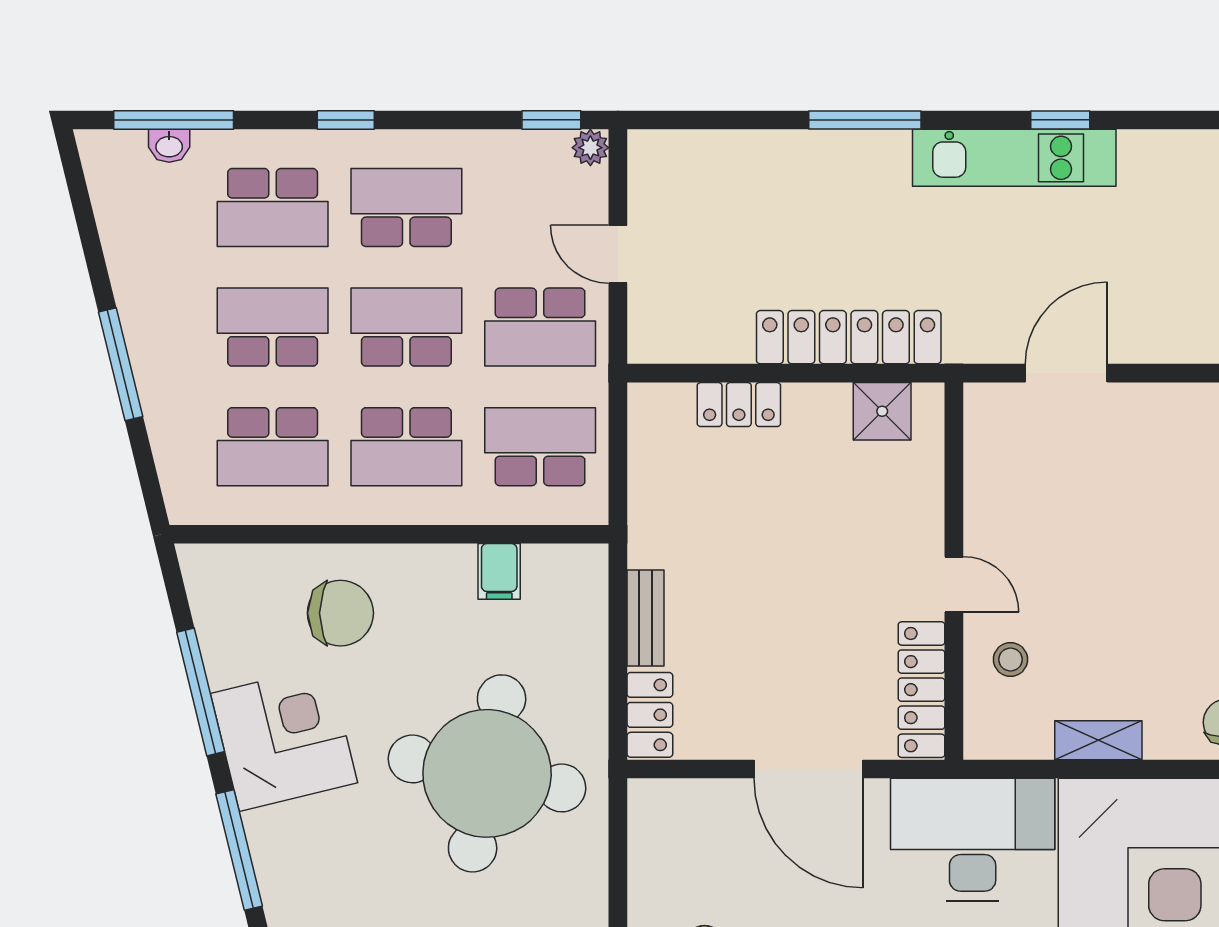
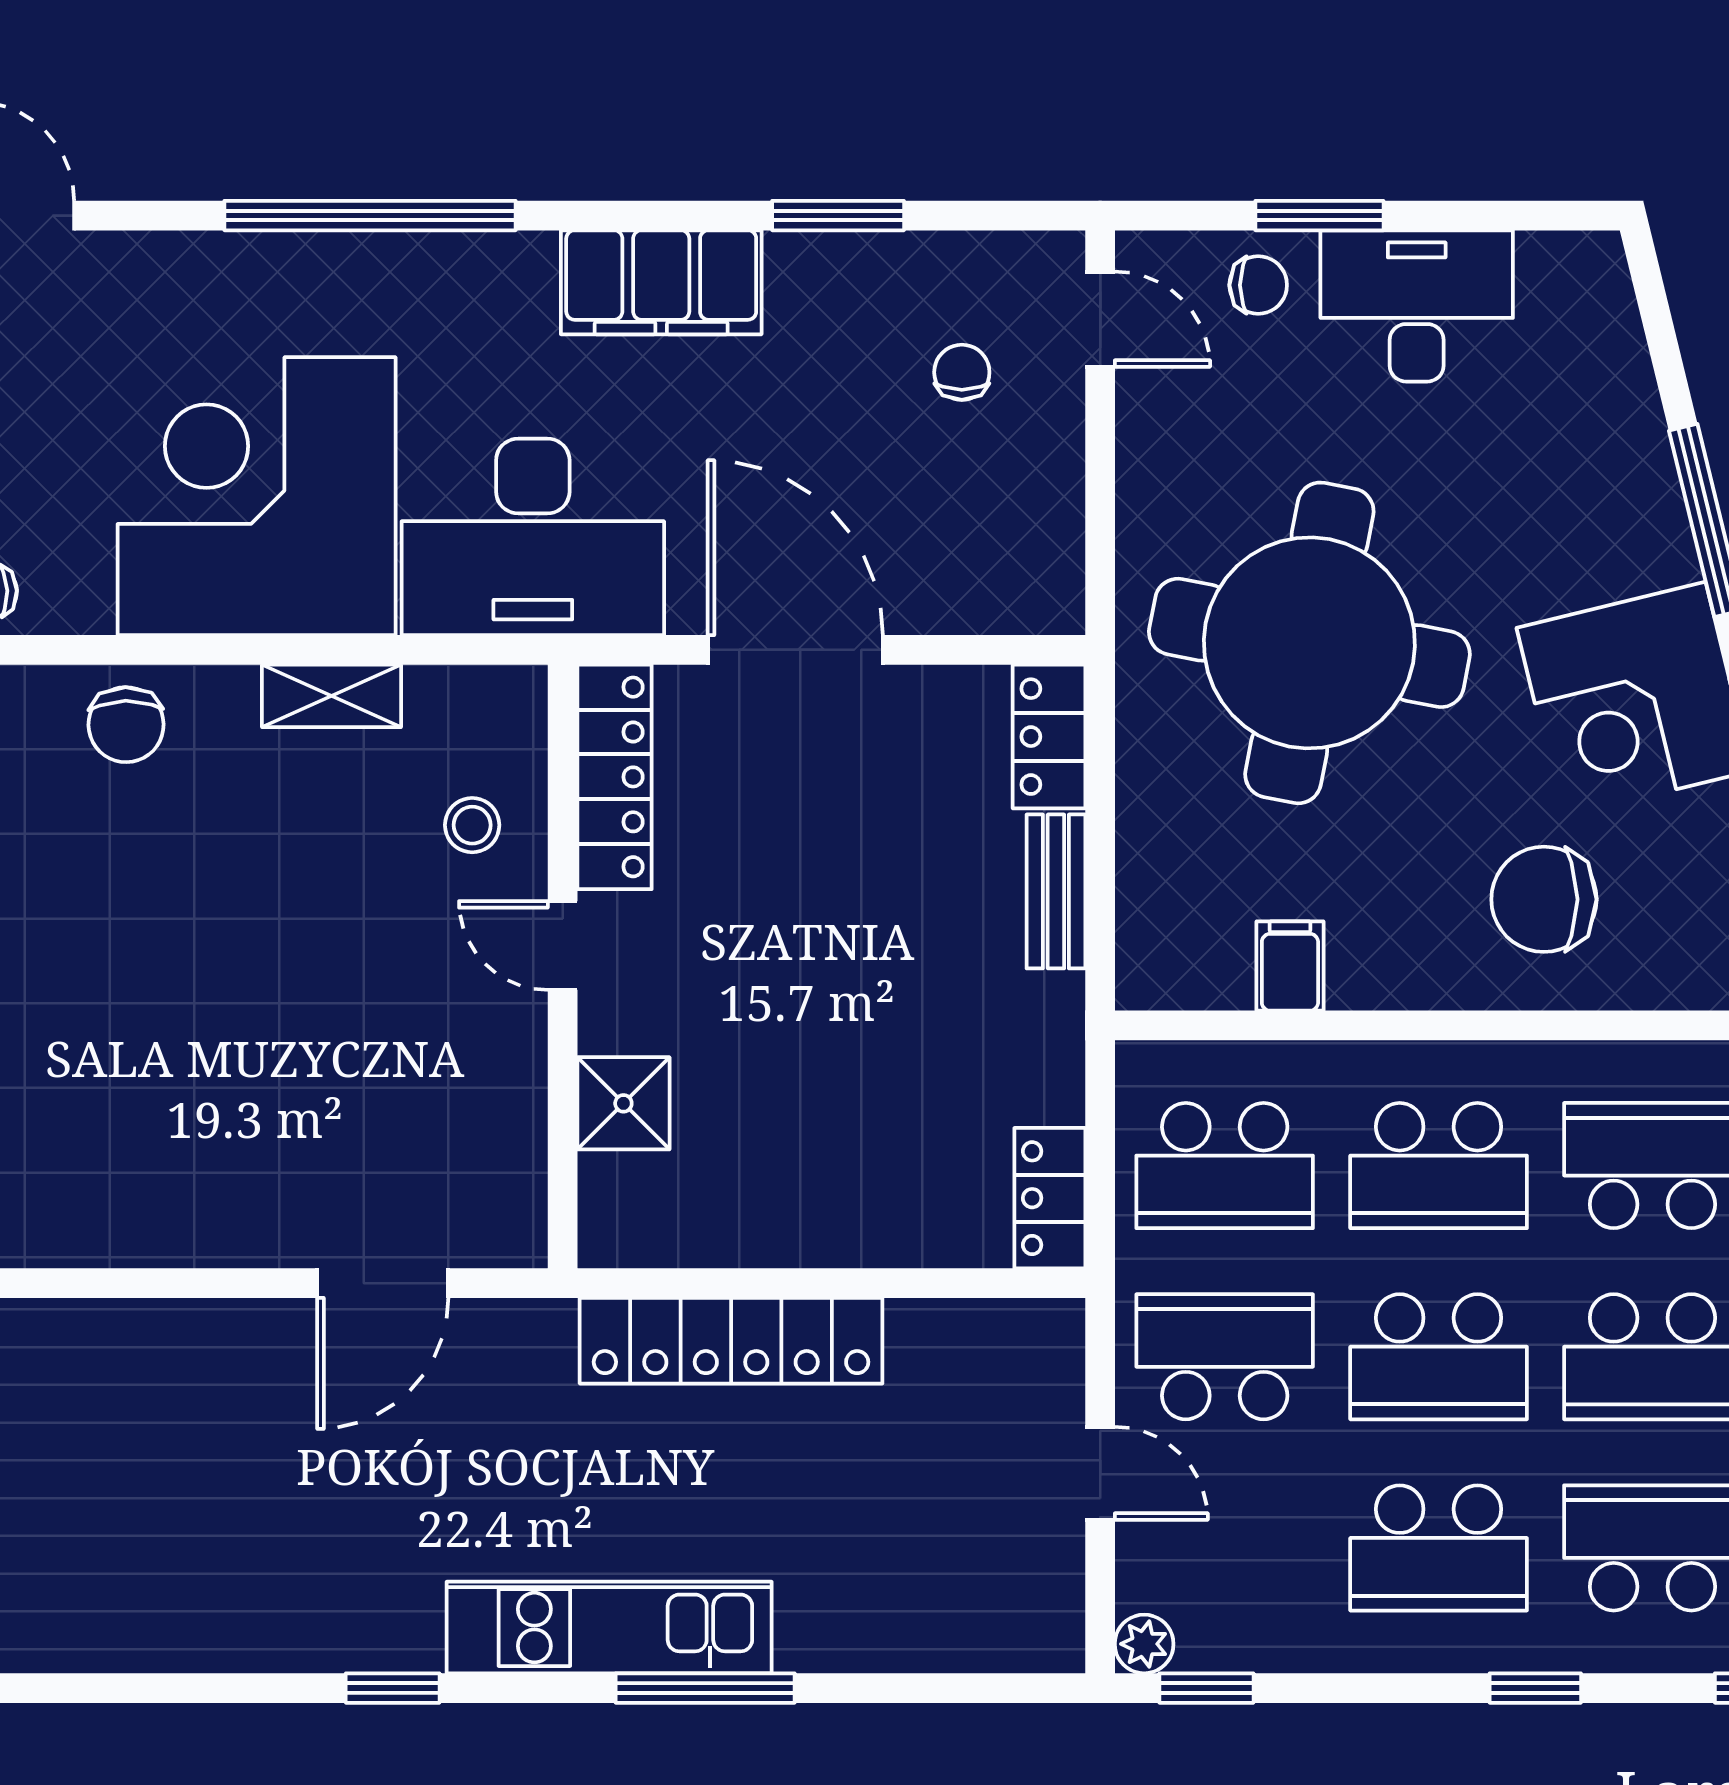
kitchen unit: (1014, 158) -> (609, 1628), moved
locker: (739, 405) -> (1050, 1198), moved, turned -90
shower: (882, 411) -> (623, 1103), moved
school desk: (406, 447) -> (1439, 1166), turned 180

